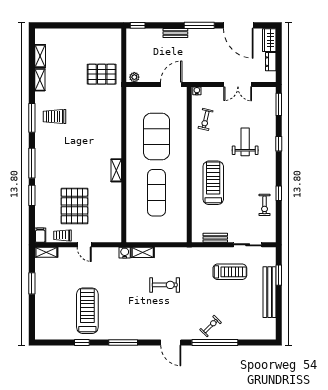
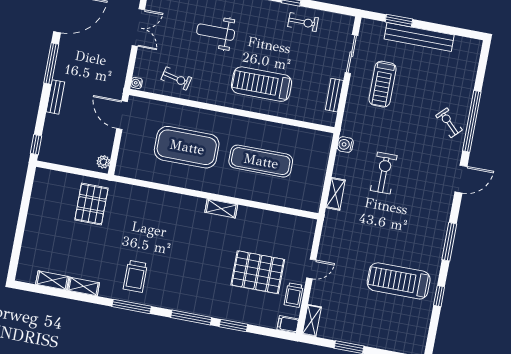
water cooler: (125, 253) -> (345, 145), moved
treadmill: (230, 272) -> (382, 84), turned 180

